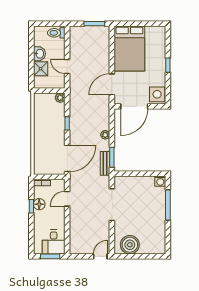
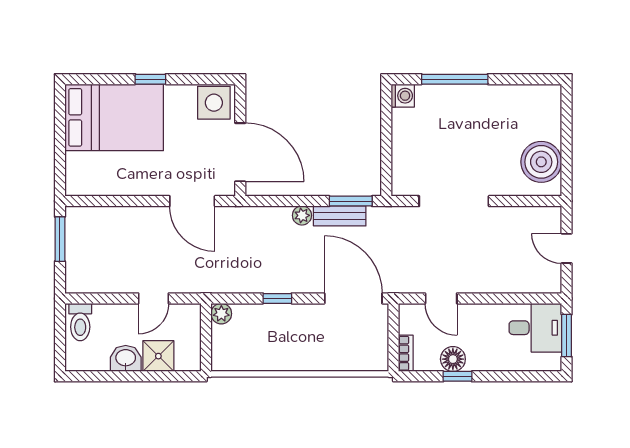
bed: (129, 48) -> (114, 117), moved
bench: (105, 163) -> (340, 216), moved
door: (100, 256) -> (567, 248), moved

